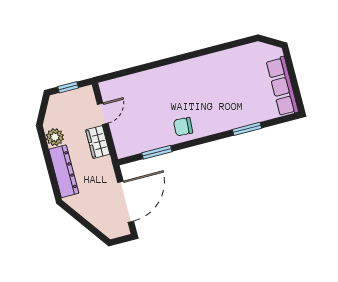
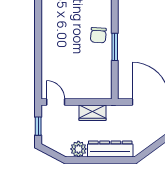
door: (103, 114) -> (56, 102), moved
window: (157, 152) -> (115, 47), moved

